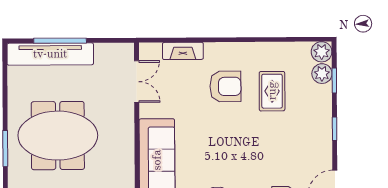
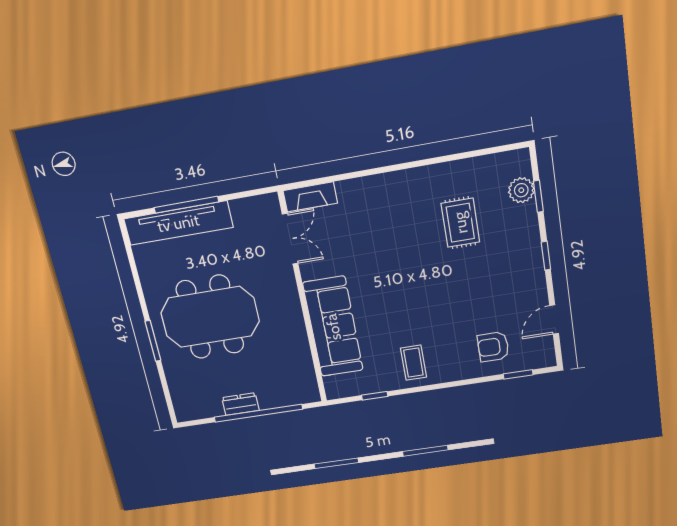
fireplace: (183, 51) -> (310, 197), moved
plant: (322, 52) -> (517, 163), removed
armchair: (225, 86) -> (401, 227), removed

